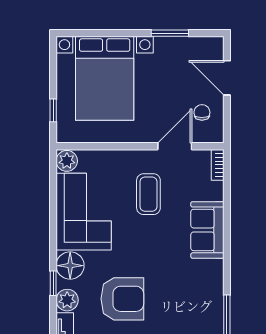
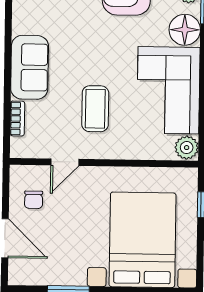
door: (175, 146) -> (65, 162), width x0.73
bookcase: (218, 165) -> (17, 118), moved

